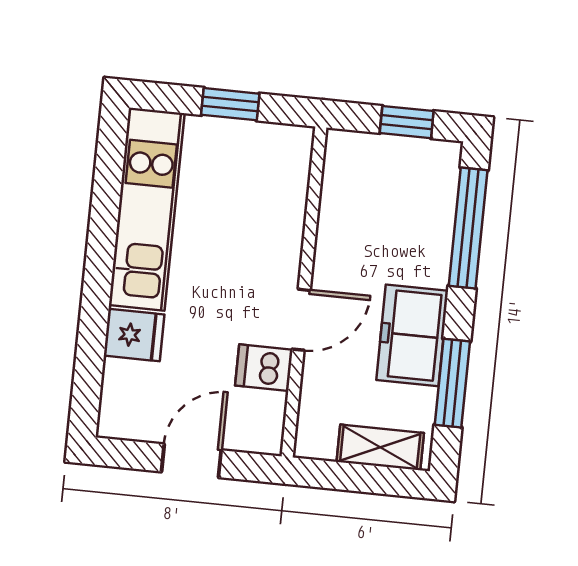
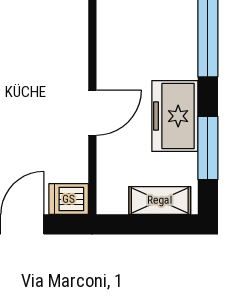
dishwasher: (264, 368) -> (69, 199), moved

